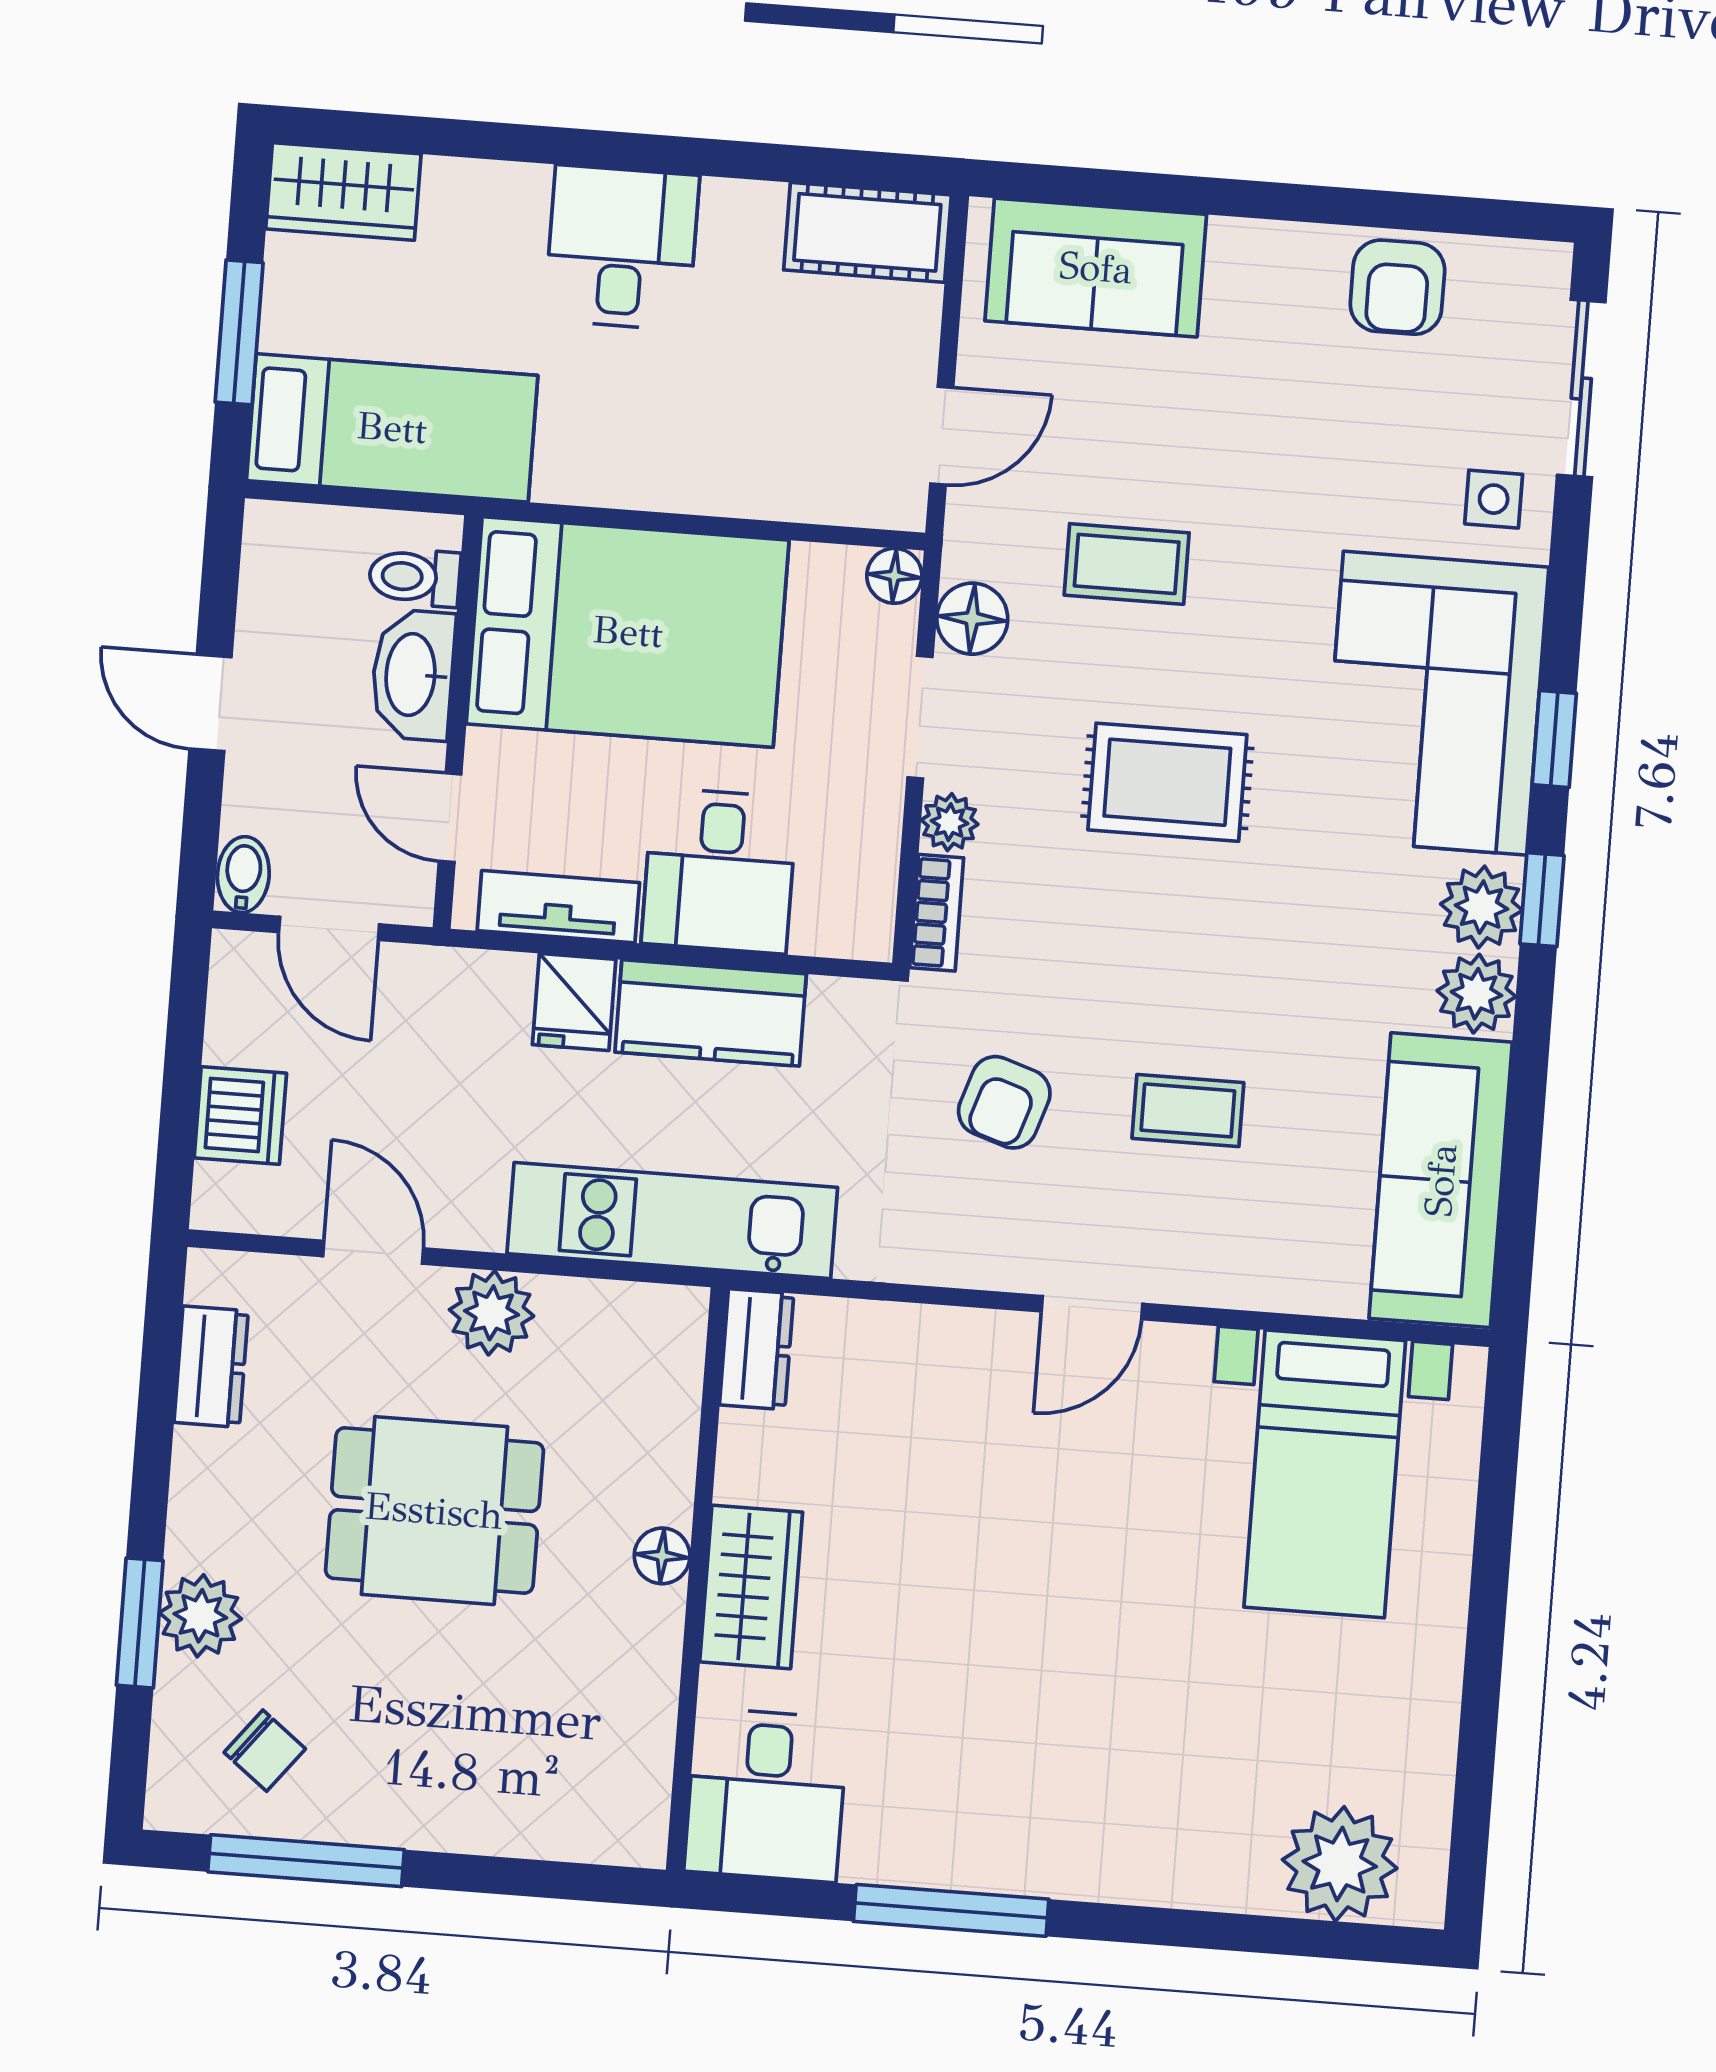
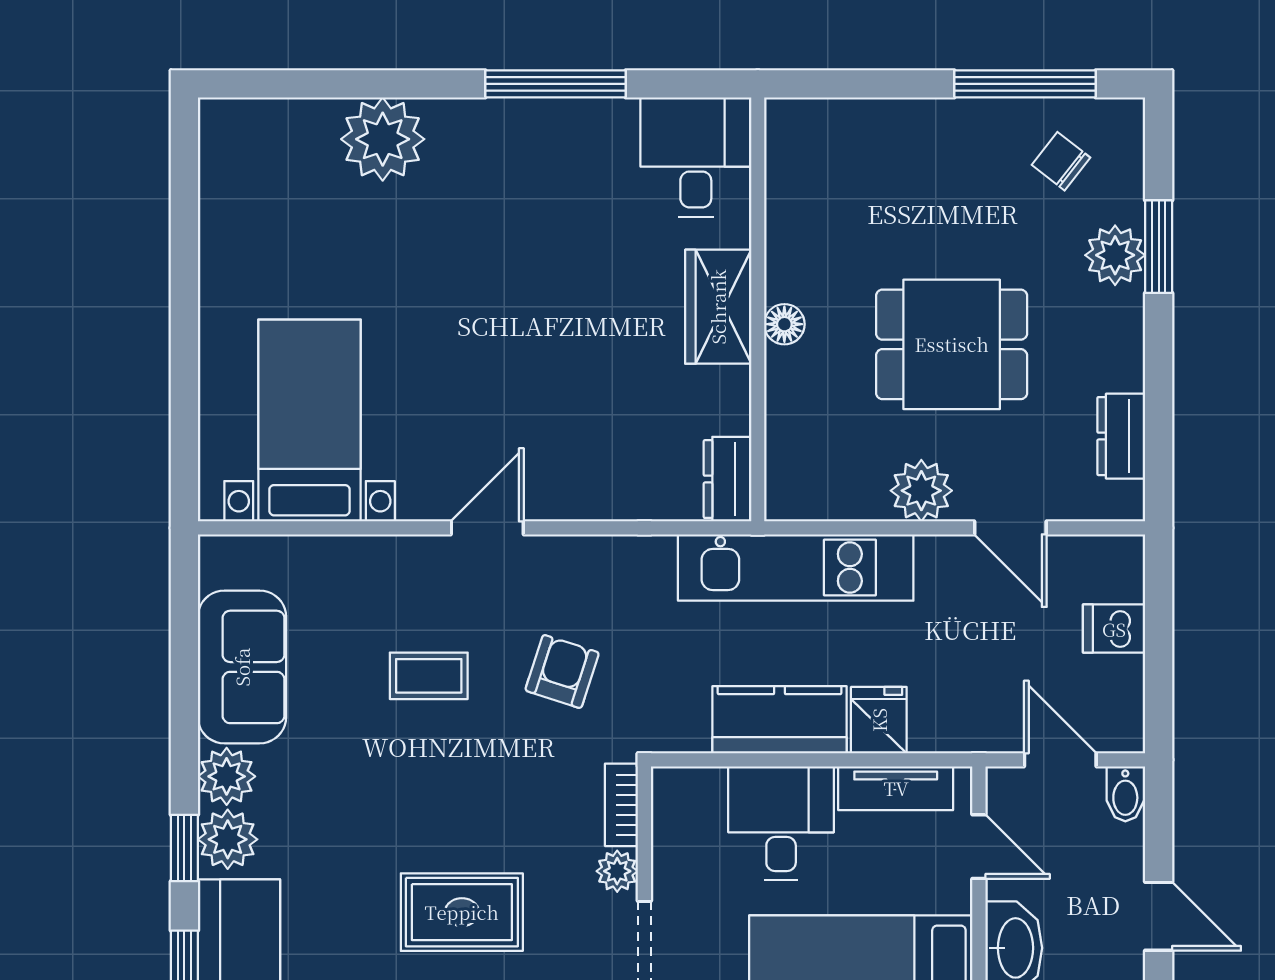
dishwasher: (240, 1115) -> (1114, 629), width x0.73
sofa: (1441, 1180) -> (242, 667), width x0.73
plant: (1340, 1864) -> (383, 139), moved

